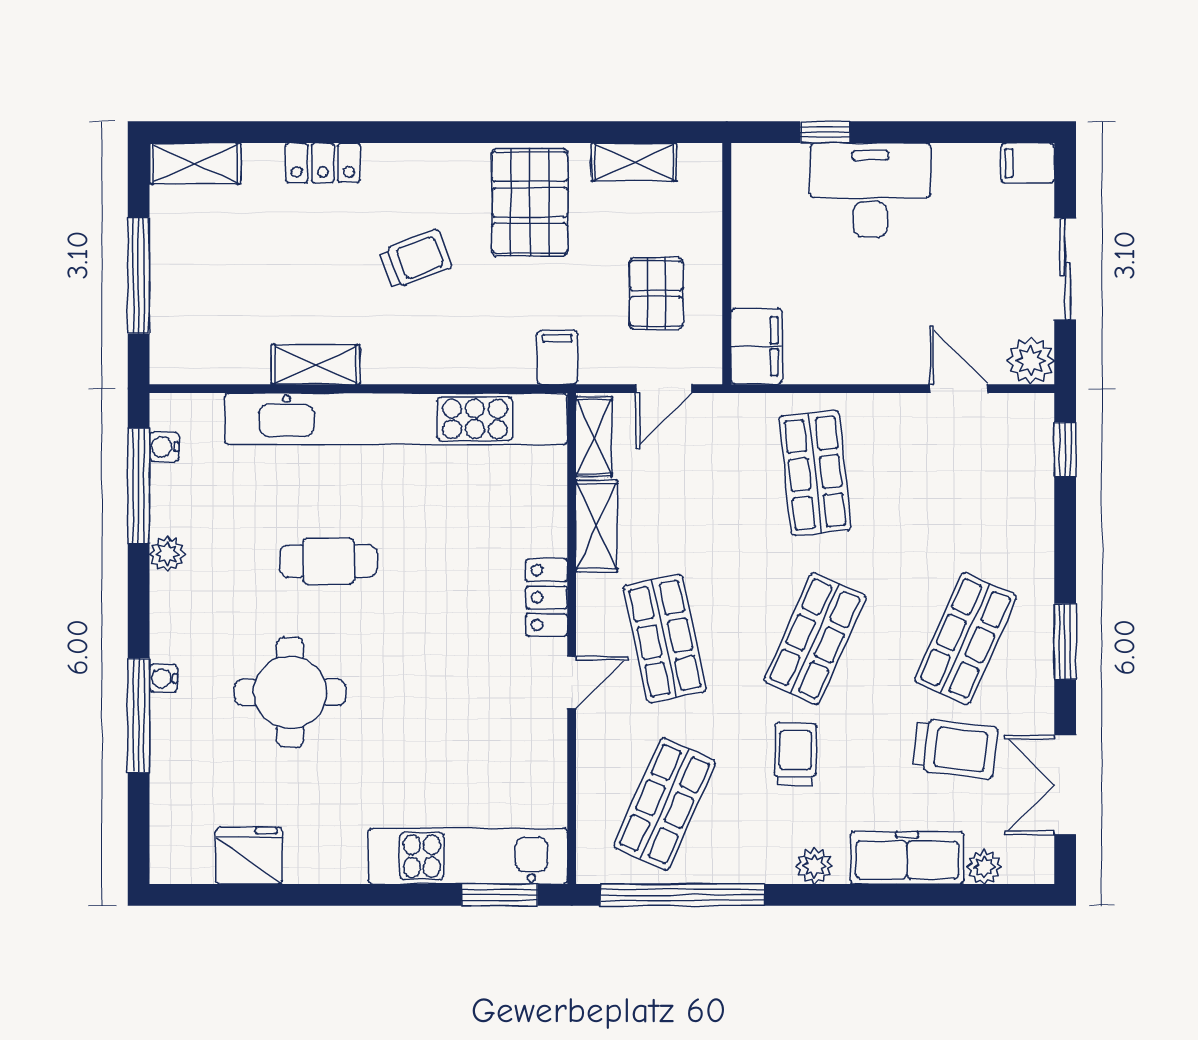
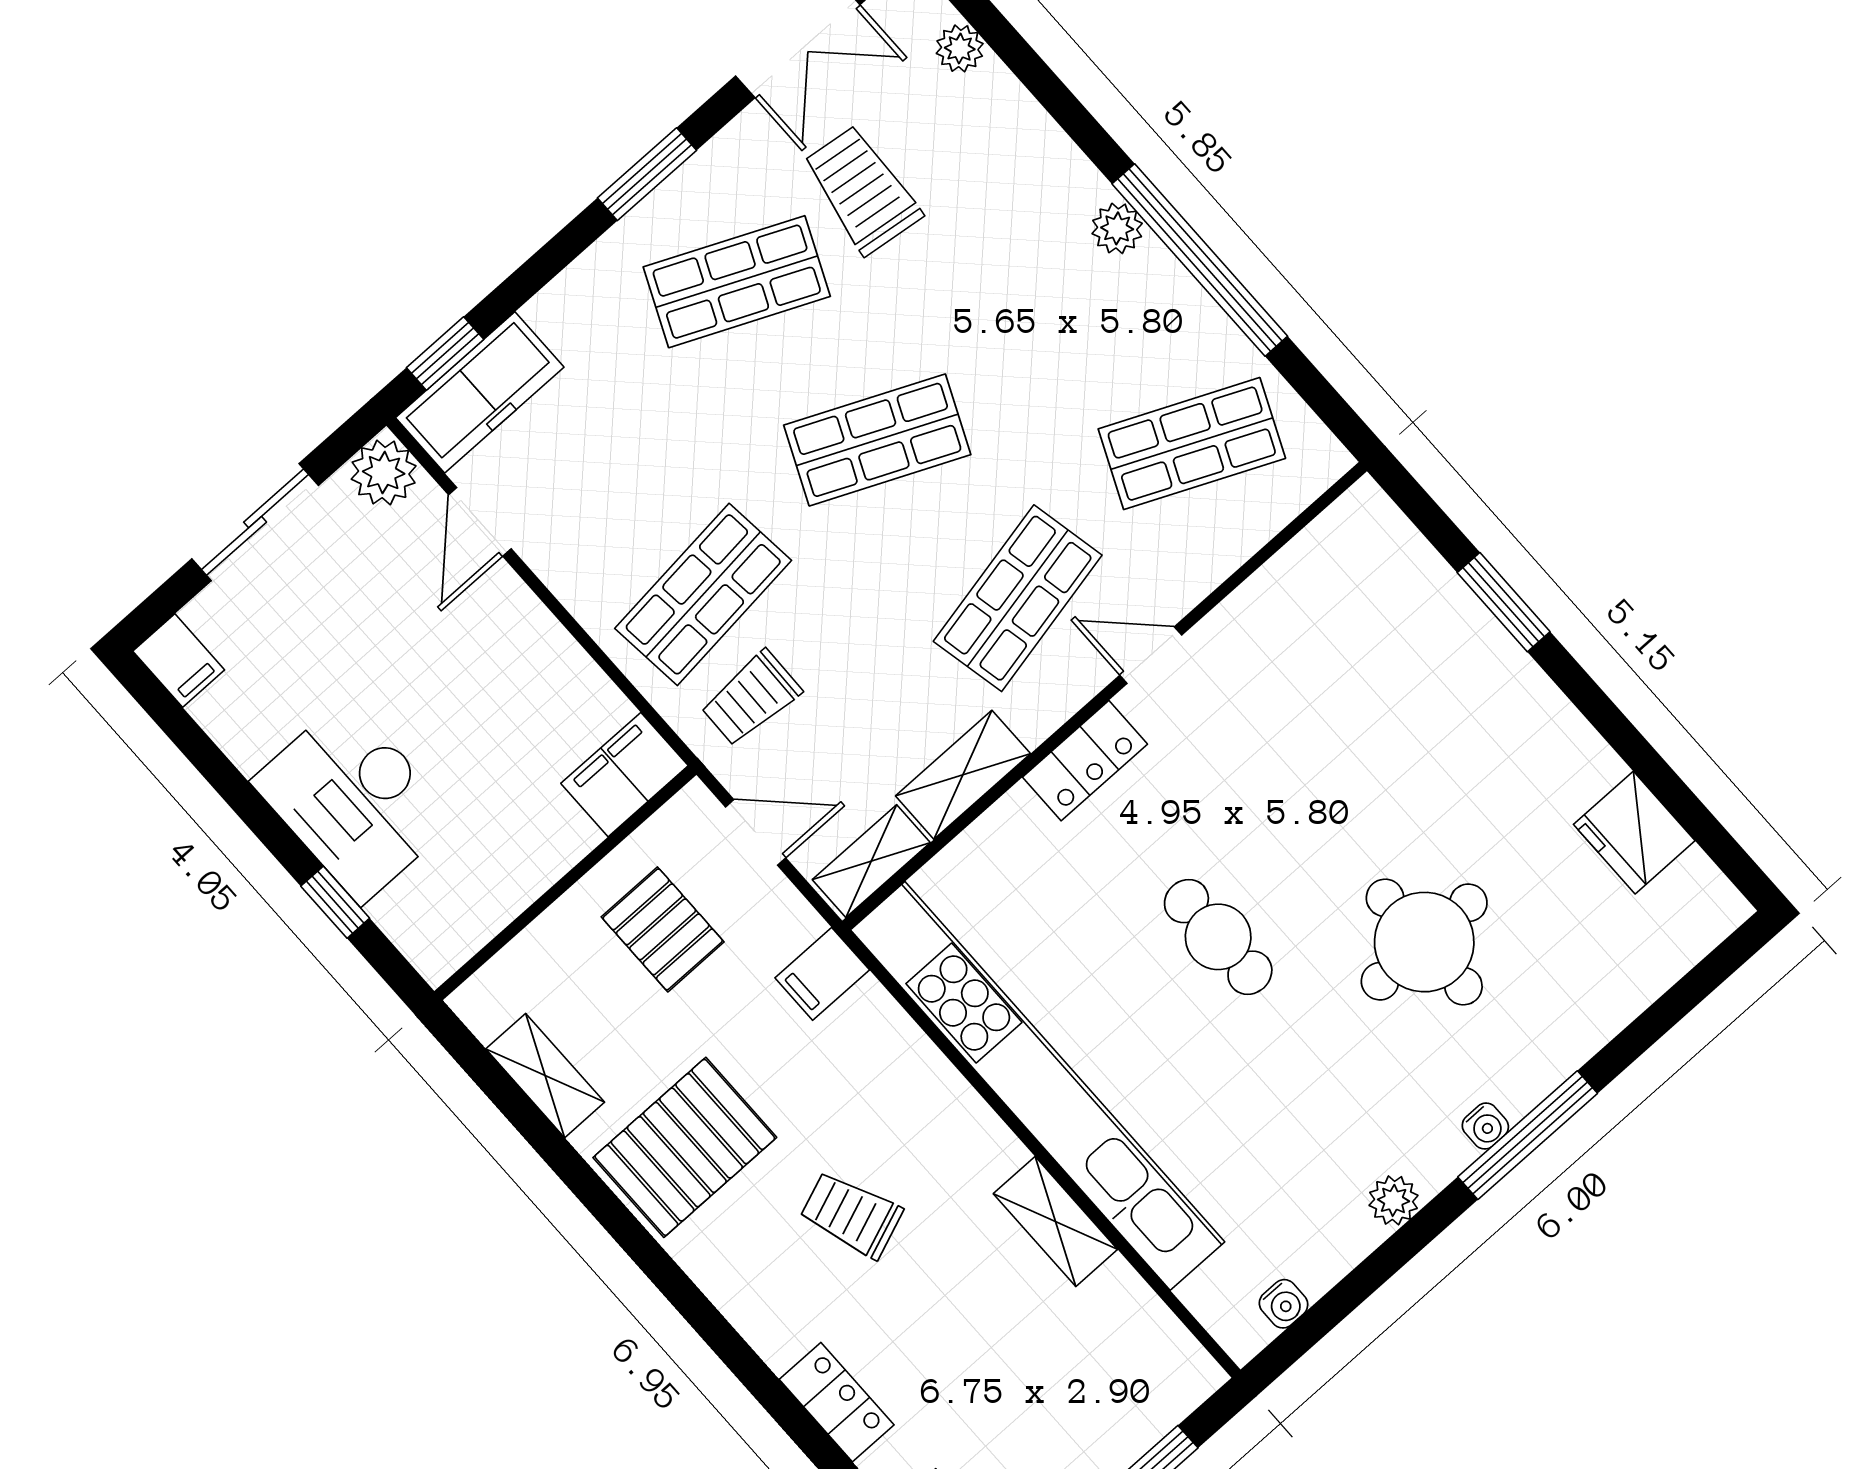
pallet: (656, 293) -> (663, 929), turned 90
window: (139, 486) -> (1348, 1294), removed
cafe table: (329, 561) -> (1218, 937), moved
water cooler: (163, 678) -> (1485, 1126), moved
window: (139, 716) -> (1528, 1135), moved
trolley: (795, 754) -> (751, 698), moved
kitchen unit: (468, 856) -> (1431, 602), removed
freezer: (907, 858) -> (480, 392), moved, turned -90
window: (500, 895) -> (1504, 602), moved
window: (683, 895) -> (1200, 260), moved

